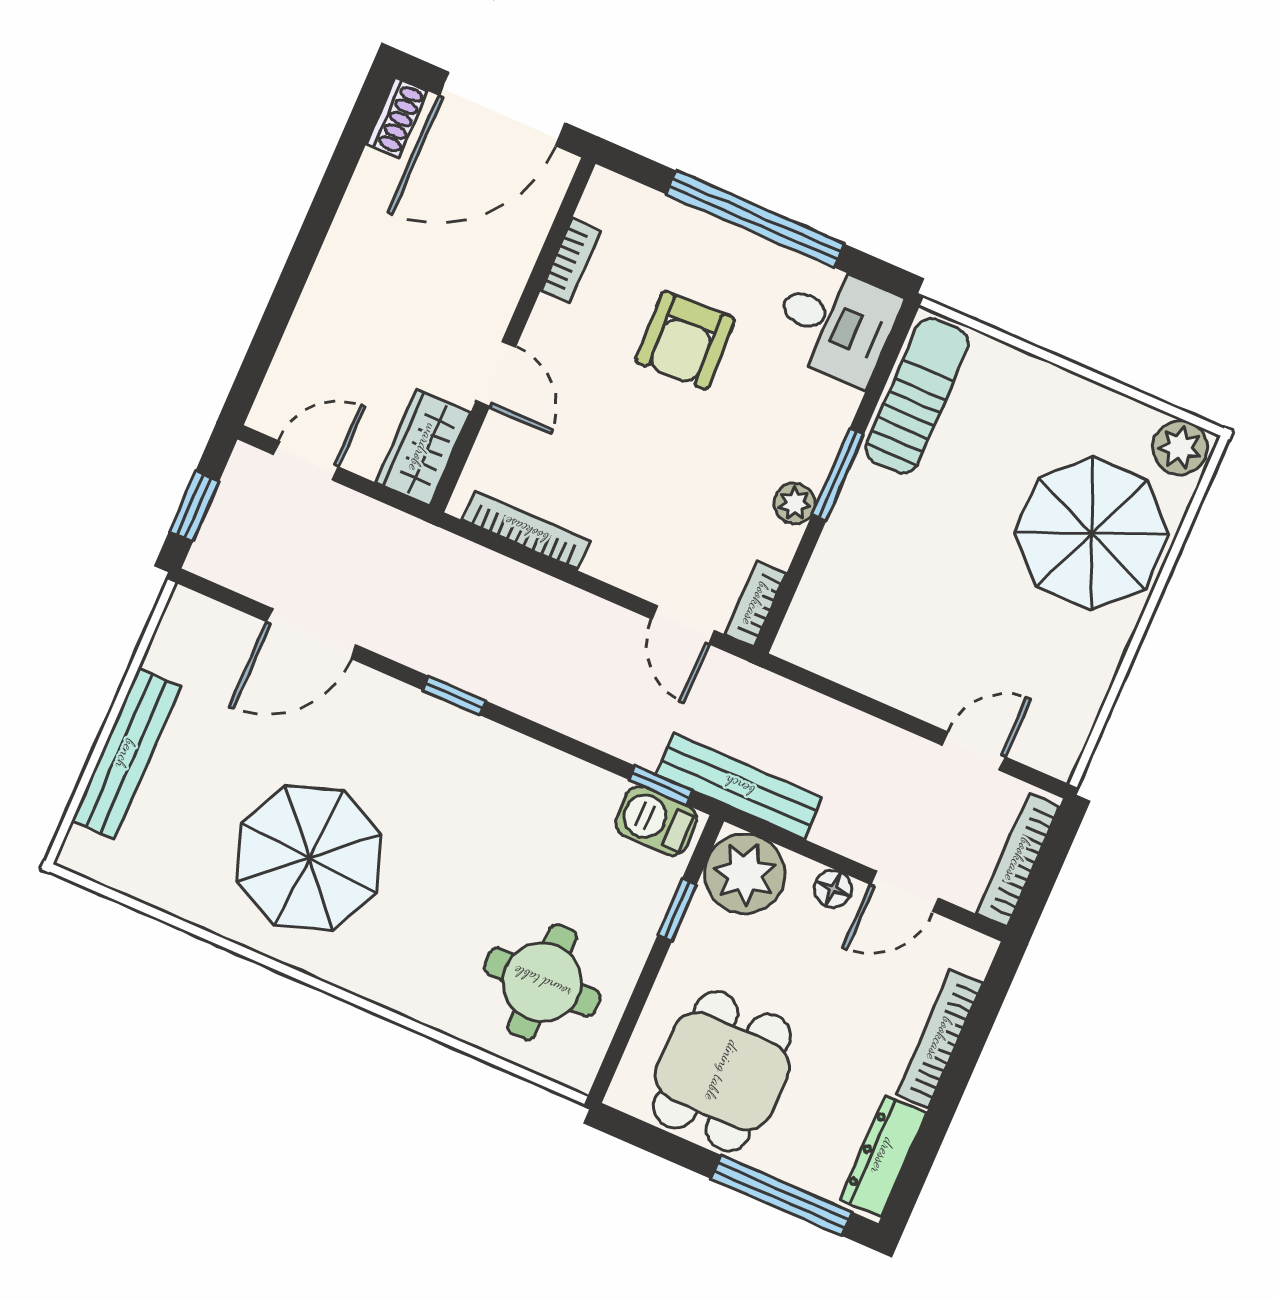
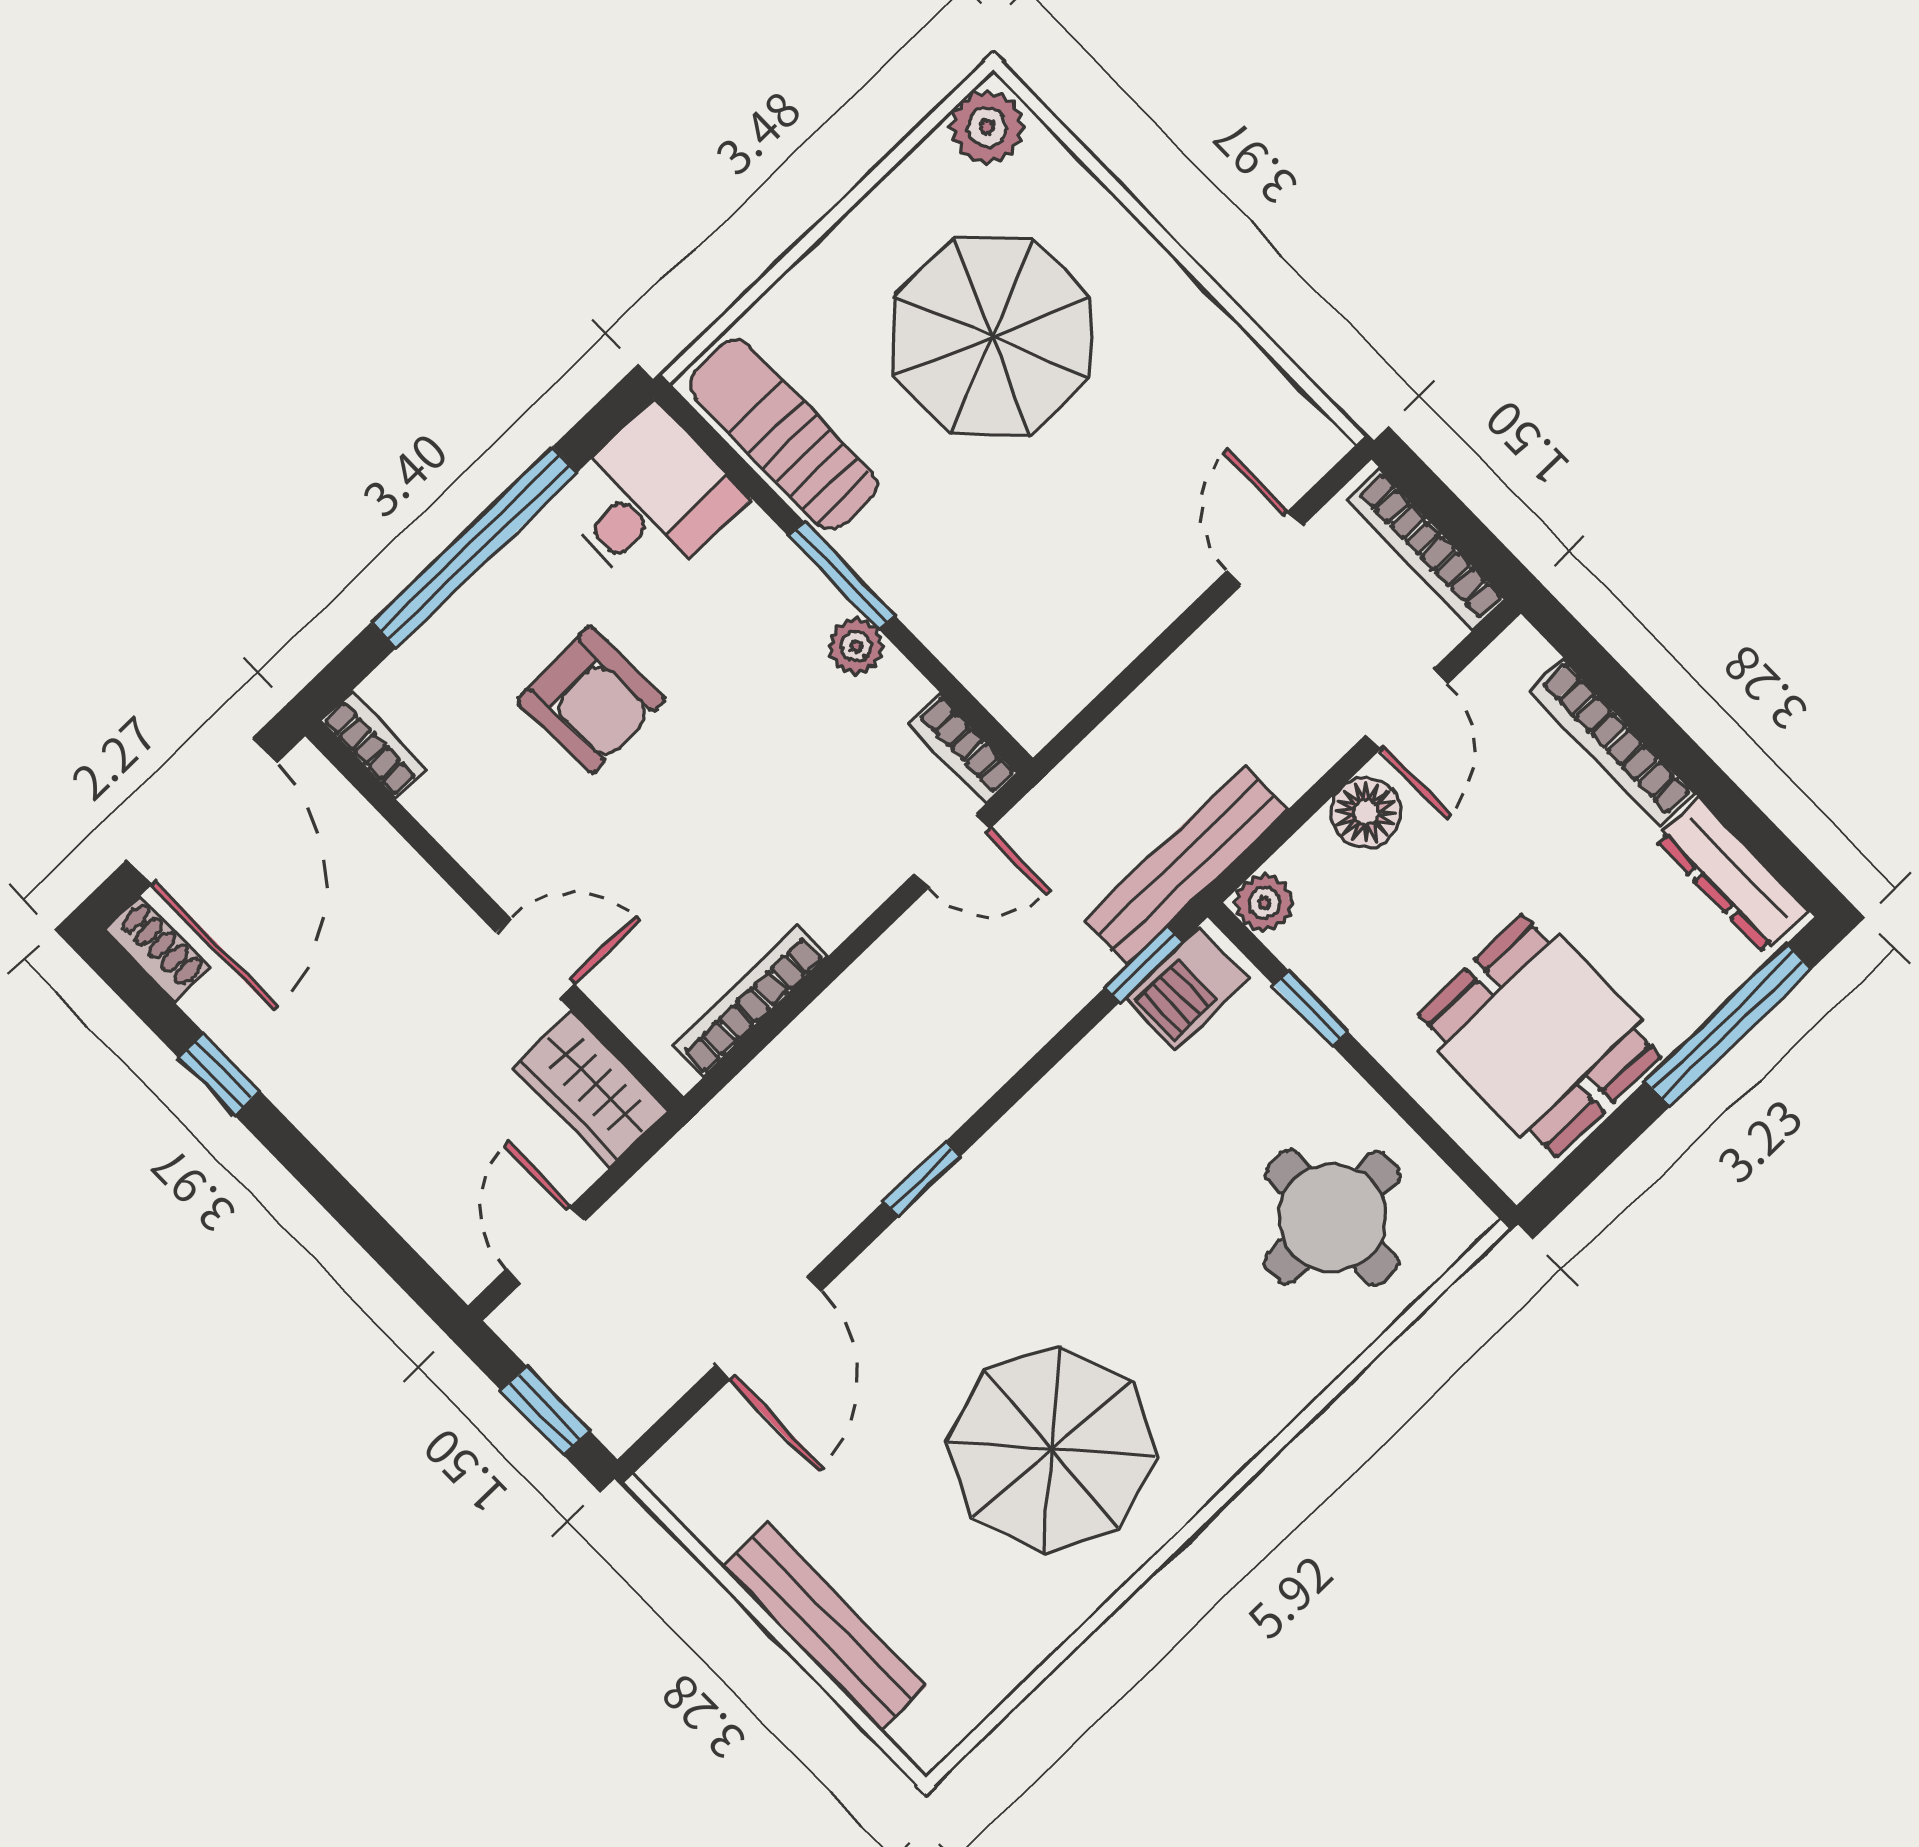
window: (330, 193) -> (219, 1074), added
bookcase: (571, 261) -> (373, 745), moved
parasol: (1092, 533) -> (992, 337), moved
plant: (745, 874) -> (1264, 903), width x0.53, depth x0.53
floor lamp: (833, 889) -> (1366, 813), width x1.37, depth x1.37

